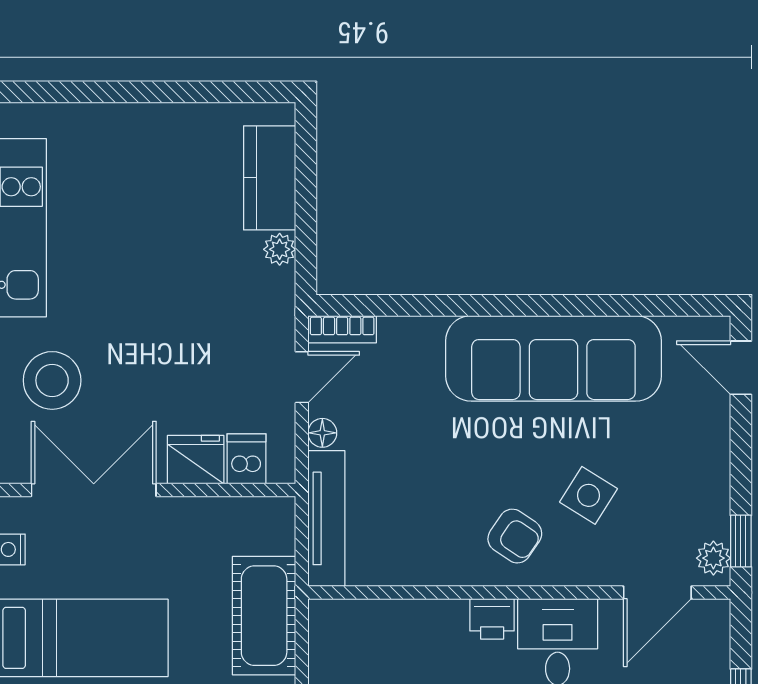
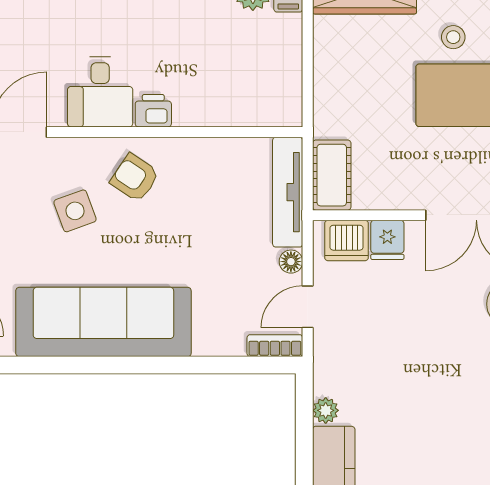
dishwasher: (246, 459) -> (347, 241), width x1.38
fridge: (196, 460) -> (387, 240), width x0.72
side table: (589, 495) -> (75, 211), turned 38
cot: (264, 616) -> (332, 175), moved, width x0.73, depth x0.75

